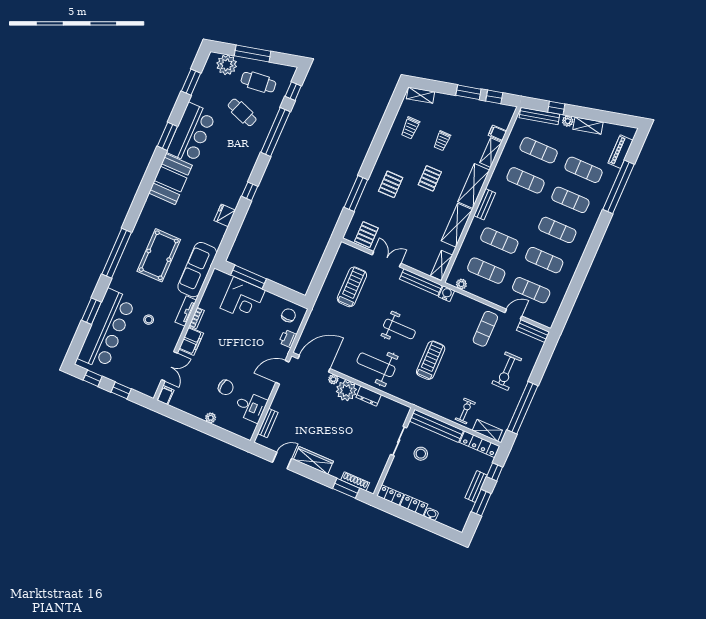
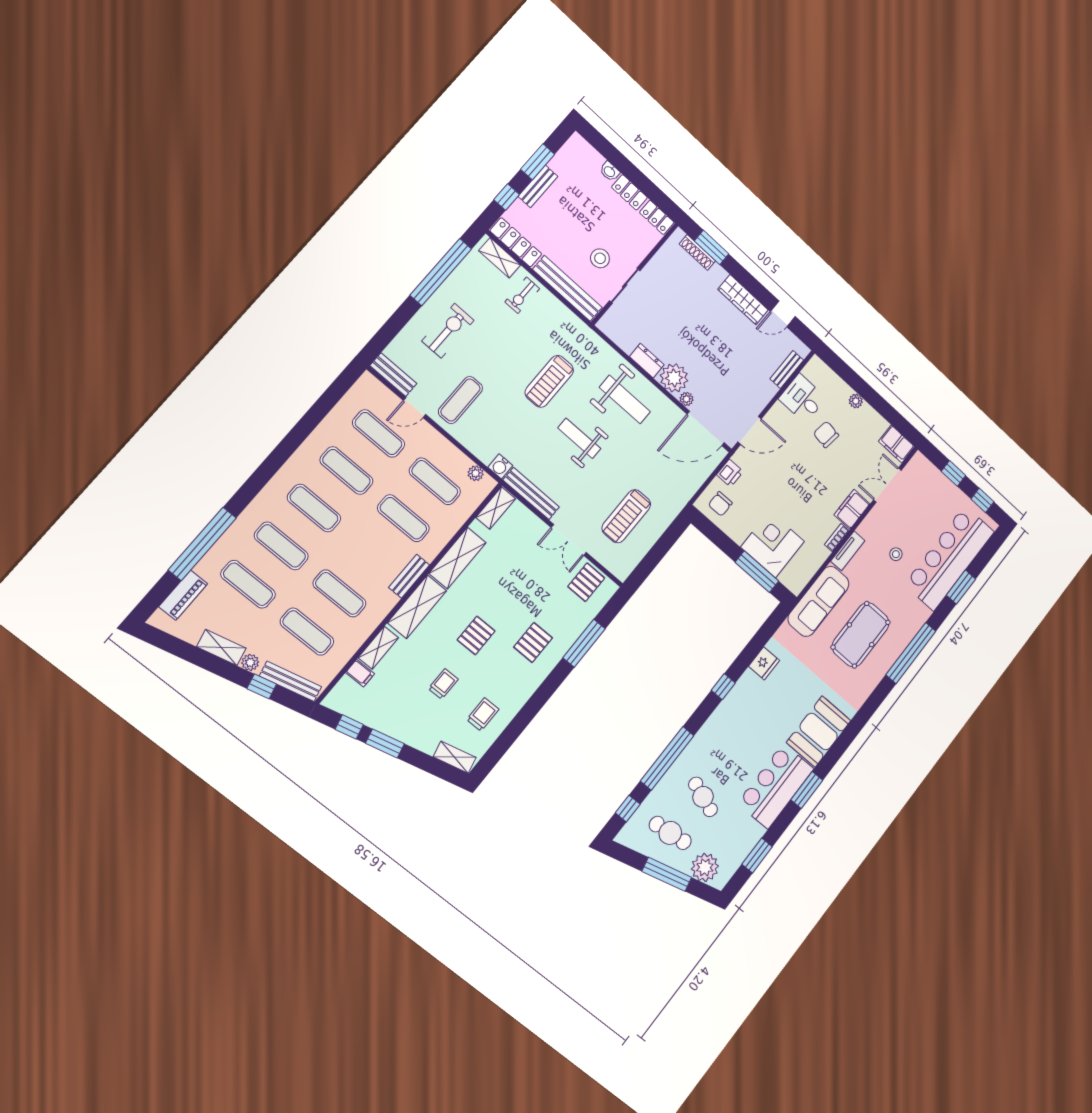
filing cabinet: (165, 395) -> (897, 444), width x2.00

